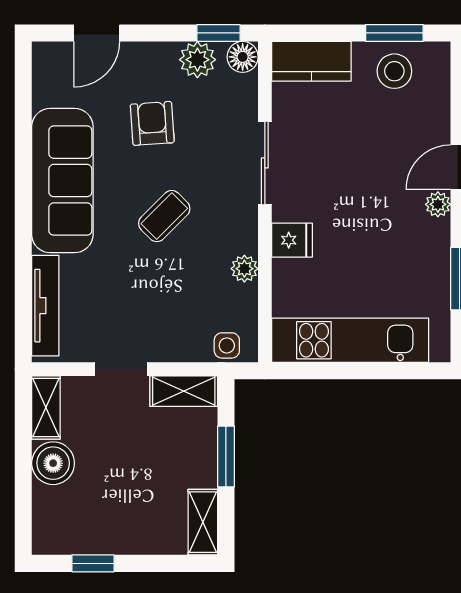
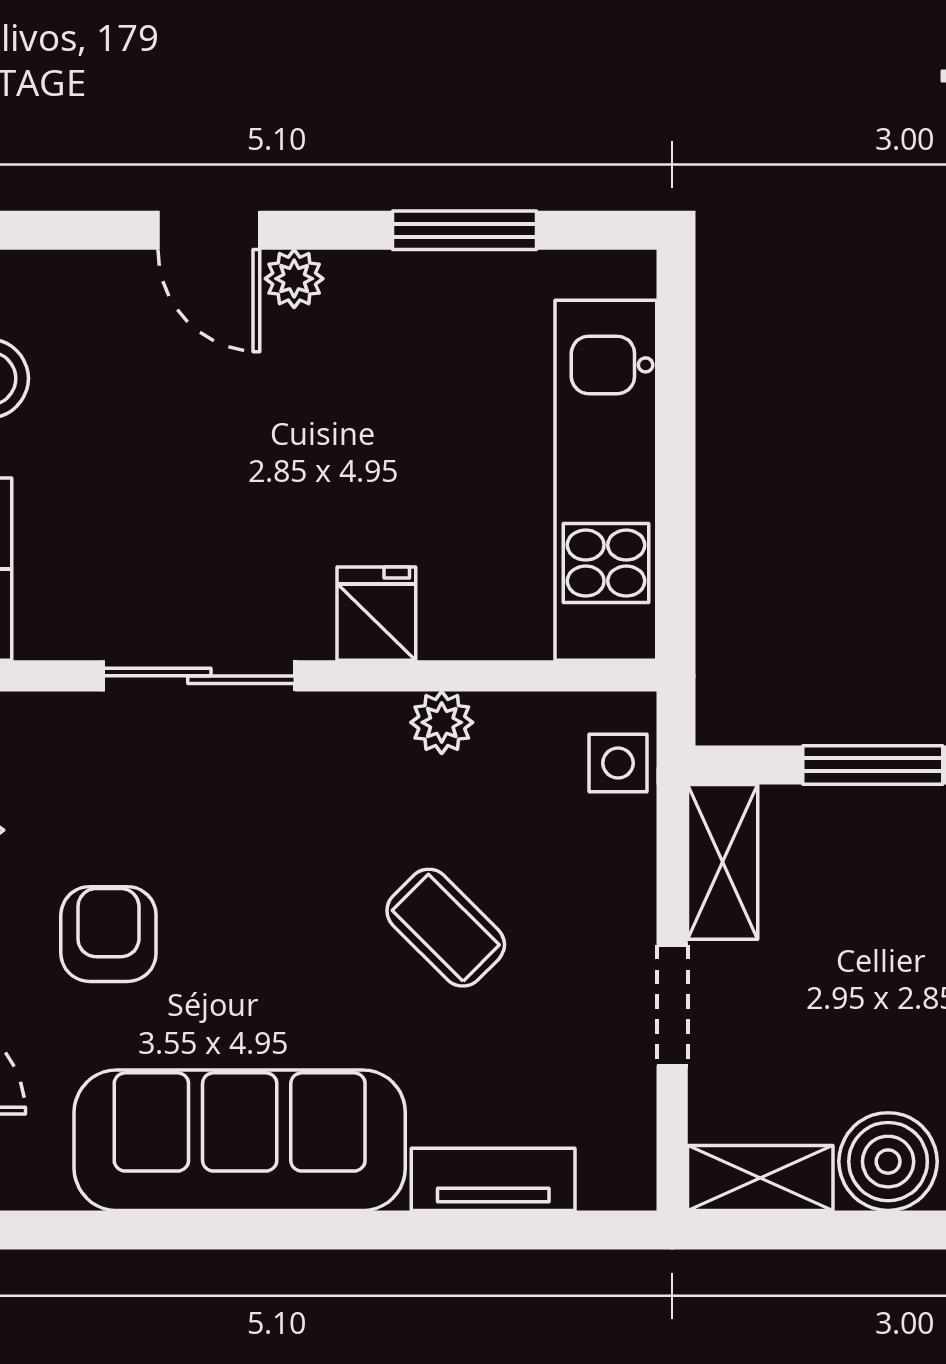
armchair: (152, 123) -> (108, 934), turned 94
coffee table: (164, 216) -> (446, 928), moved
tv unit: (45, 306) -> (493, 1179), width x0.71

